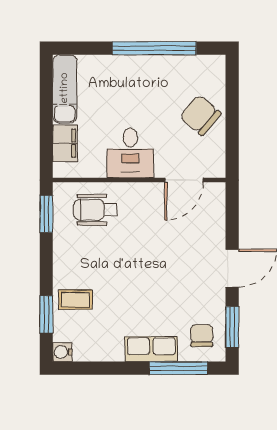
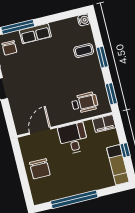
window: (46, 111) -> (125, 150), added
chair: (200, 115) -> (40, 169), turned 50
filing cabinet: (65, 143) -> (104, 124), moved, turned -90
window: (46, 314) -> (102, 57), moved

